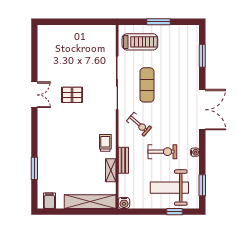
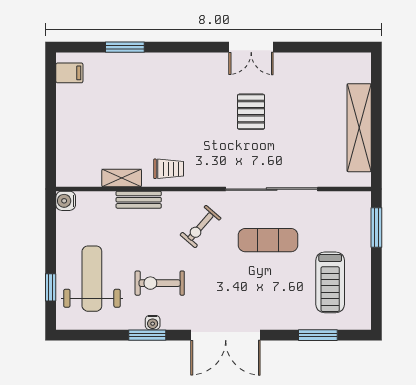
window: (159, 22) -> (376, 228), moved
treadmill: (140, 42) -> (330, 282), moved
exercise bike: (162, 152) -> (160, 283), moved, turned 90
window: (202, 185) -> (147, 335), moved
shelving: (90, 202) -> (359, 128), moved

